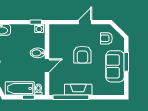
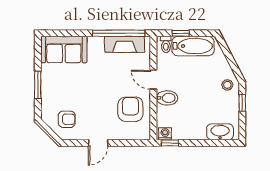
armchair: (82, 55) -> (130, 109), moved
door: (47, 65) -> (153, 80), hinge flipped
sofa: (115, 66) -> (64, 50), moved, turned 90
fireplace: (78, 90) -> (125, 44), moved

